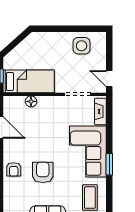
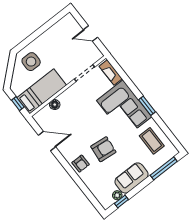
side table: (82, 46) -> (31, 62), moved
door: (109, 79) -> (90, 33), moved
armchair: (43, 172) -> (103, 149), turned 96

